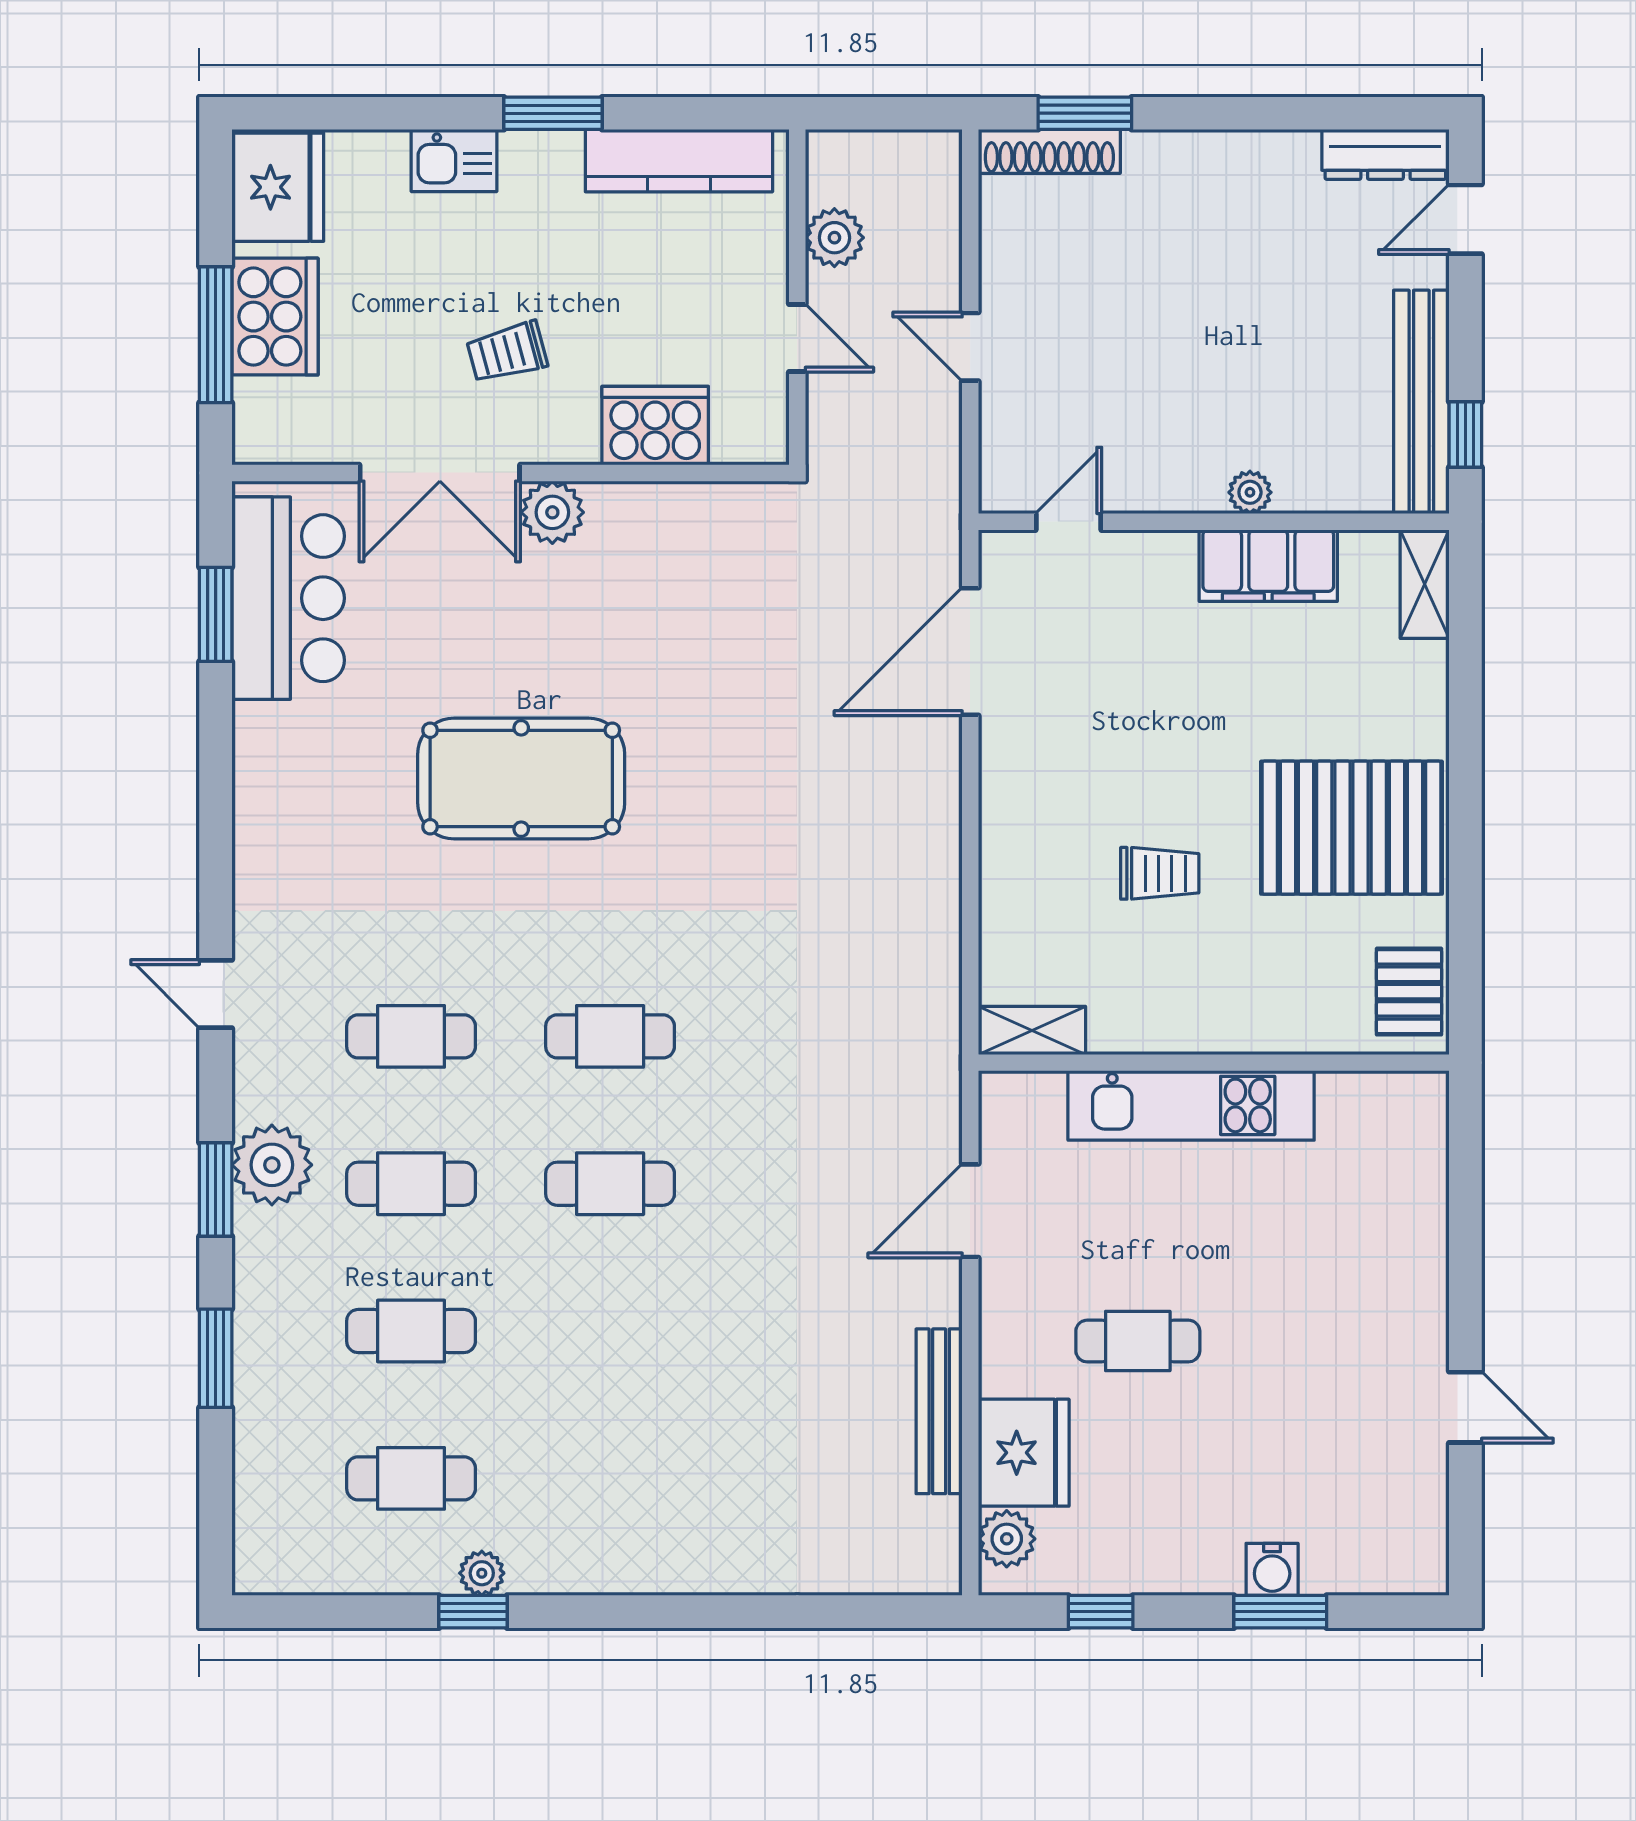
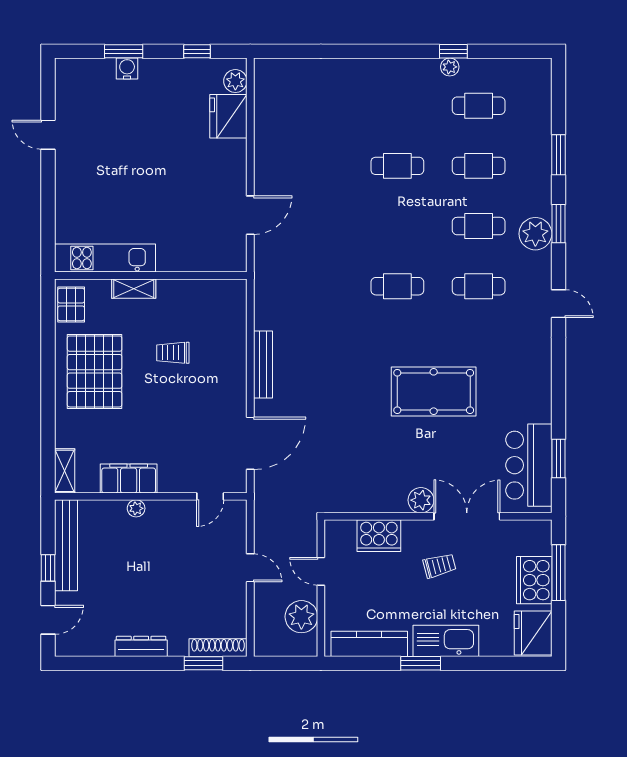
dresser: (1385, 154) -> (141, 646), moved
kitchen sink: (454, 161) -> (446, 641), width x1.87, depth x1.24
plant: (834, 238) -> (301, 617), width x1.36, depth x1.36
window: (1465, 435) -> (48, 568), moved
pallet: (1351, 828) -> (95, 371), turned 90
shelving: (1032, 1030) -> (134, 289), moved
kitchen unit: (1191, 1105) -> (105, 258), moved
cafe table: (610, 1184) -> (397, 166), moved
cafe table: (1138, 1341) -> (182, 162), removed
bench: (939, 1411) -> (263, 364), moved

